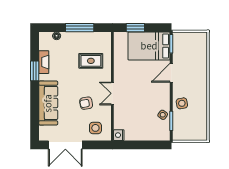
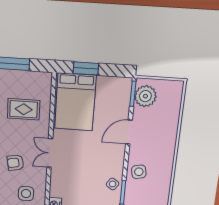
plant: (181, 45) -> (145, 96), added
bed: (149, 46) -> (75, 102), moved, turned -90

